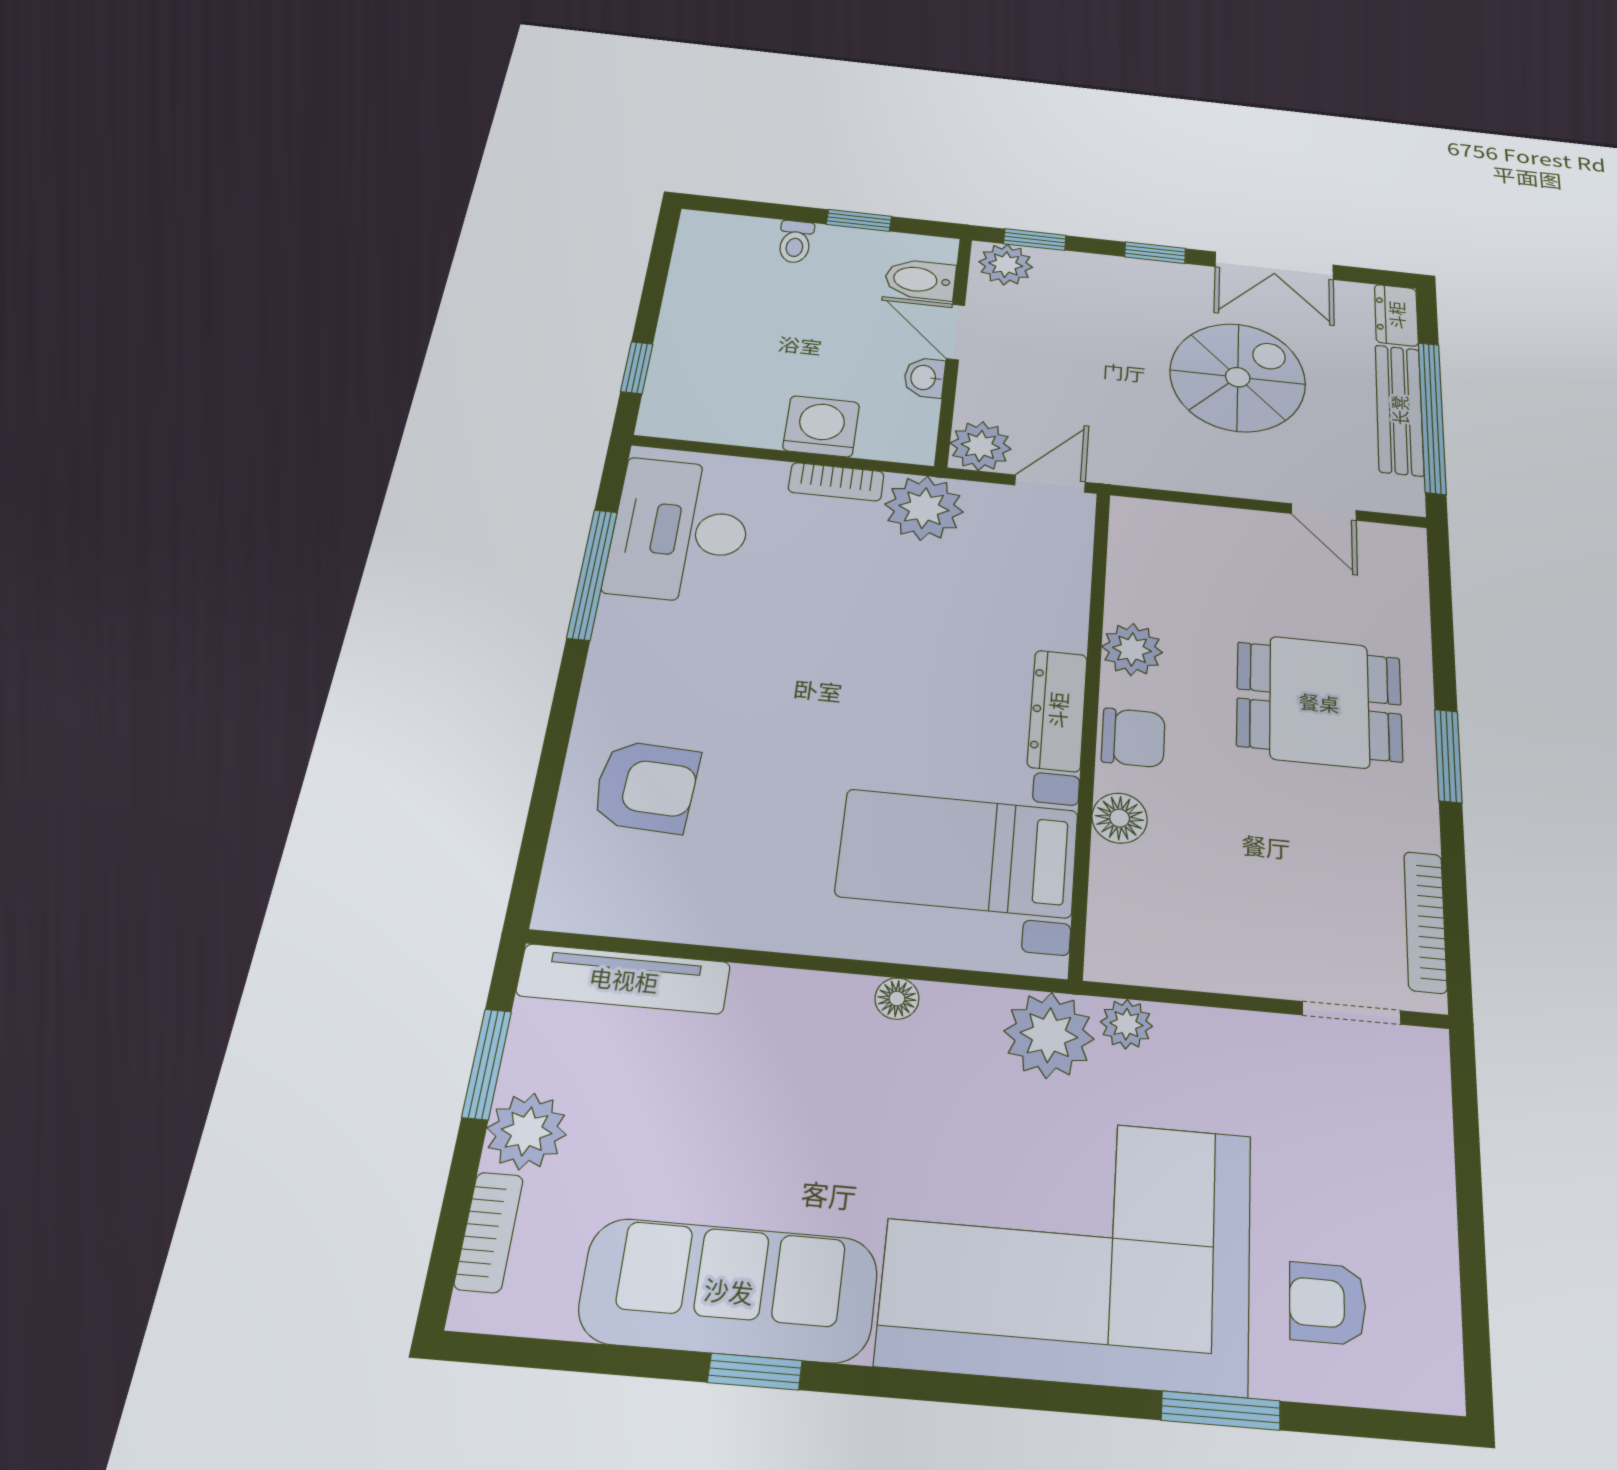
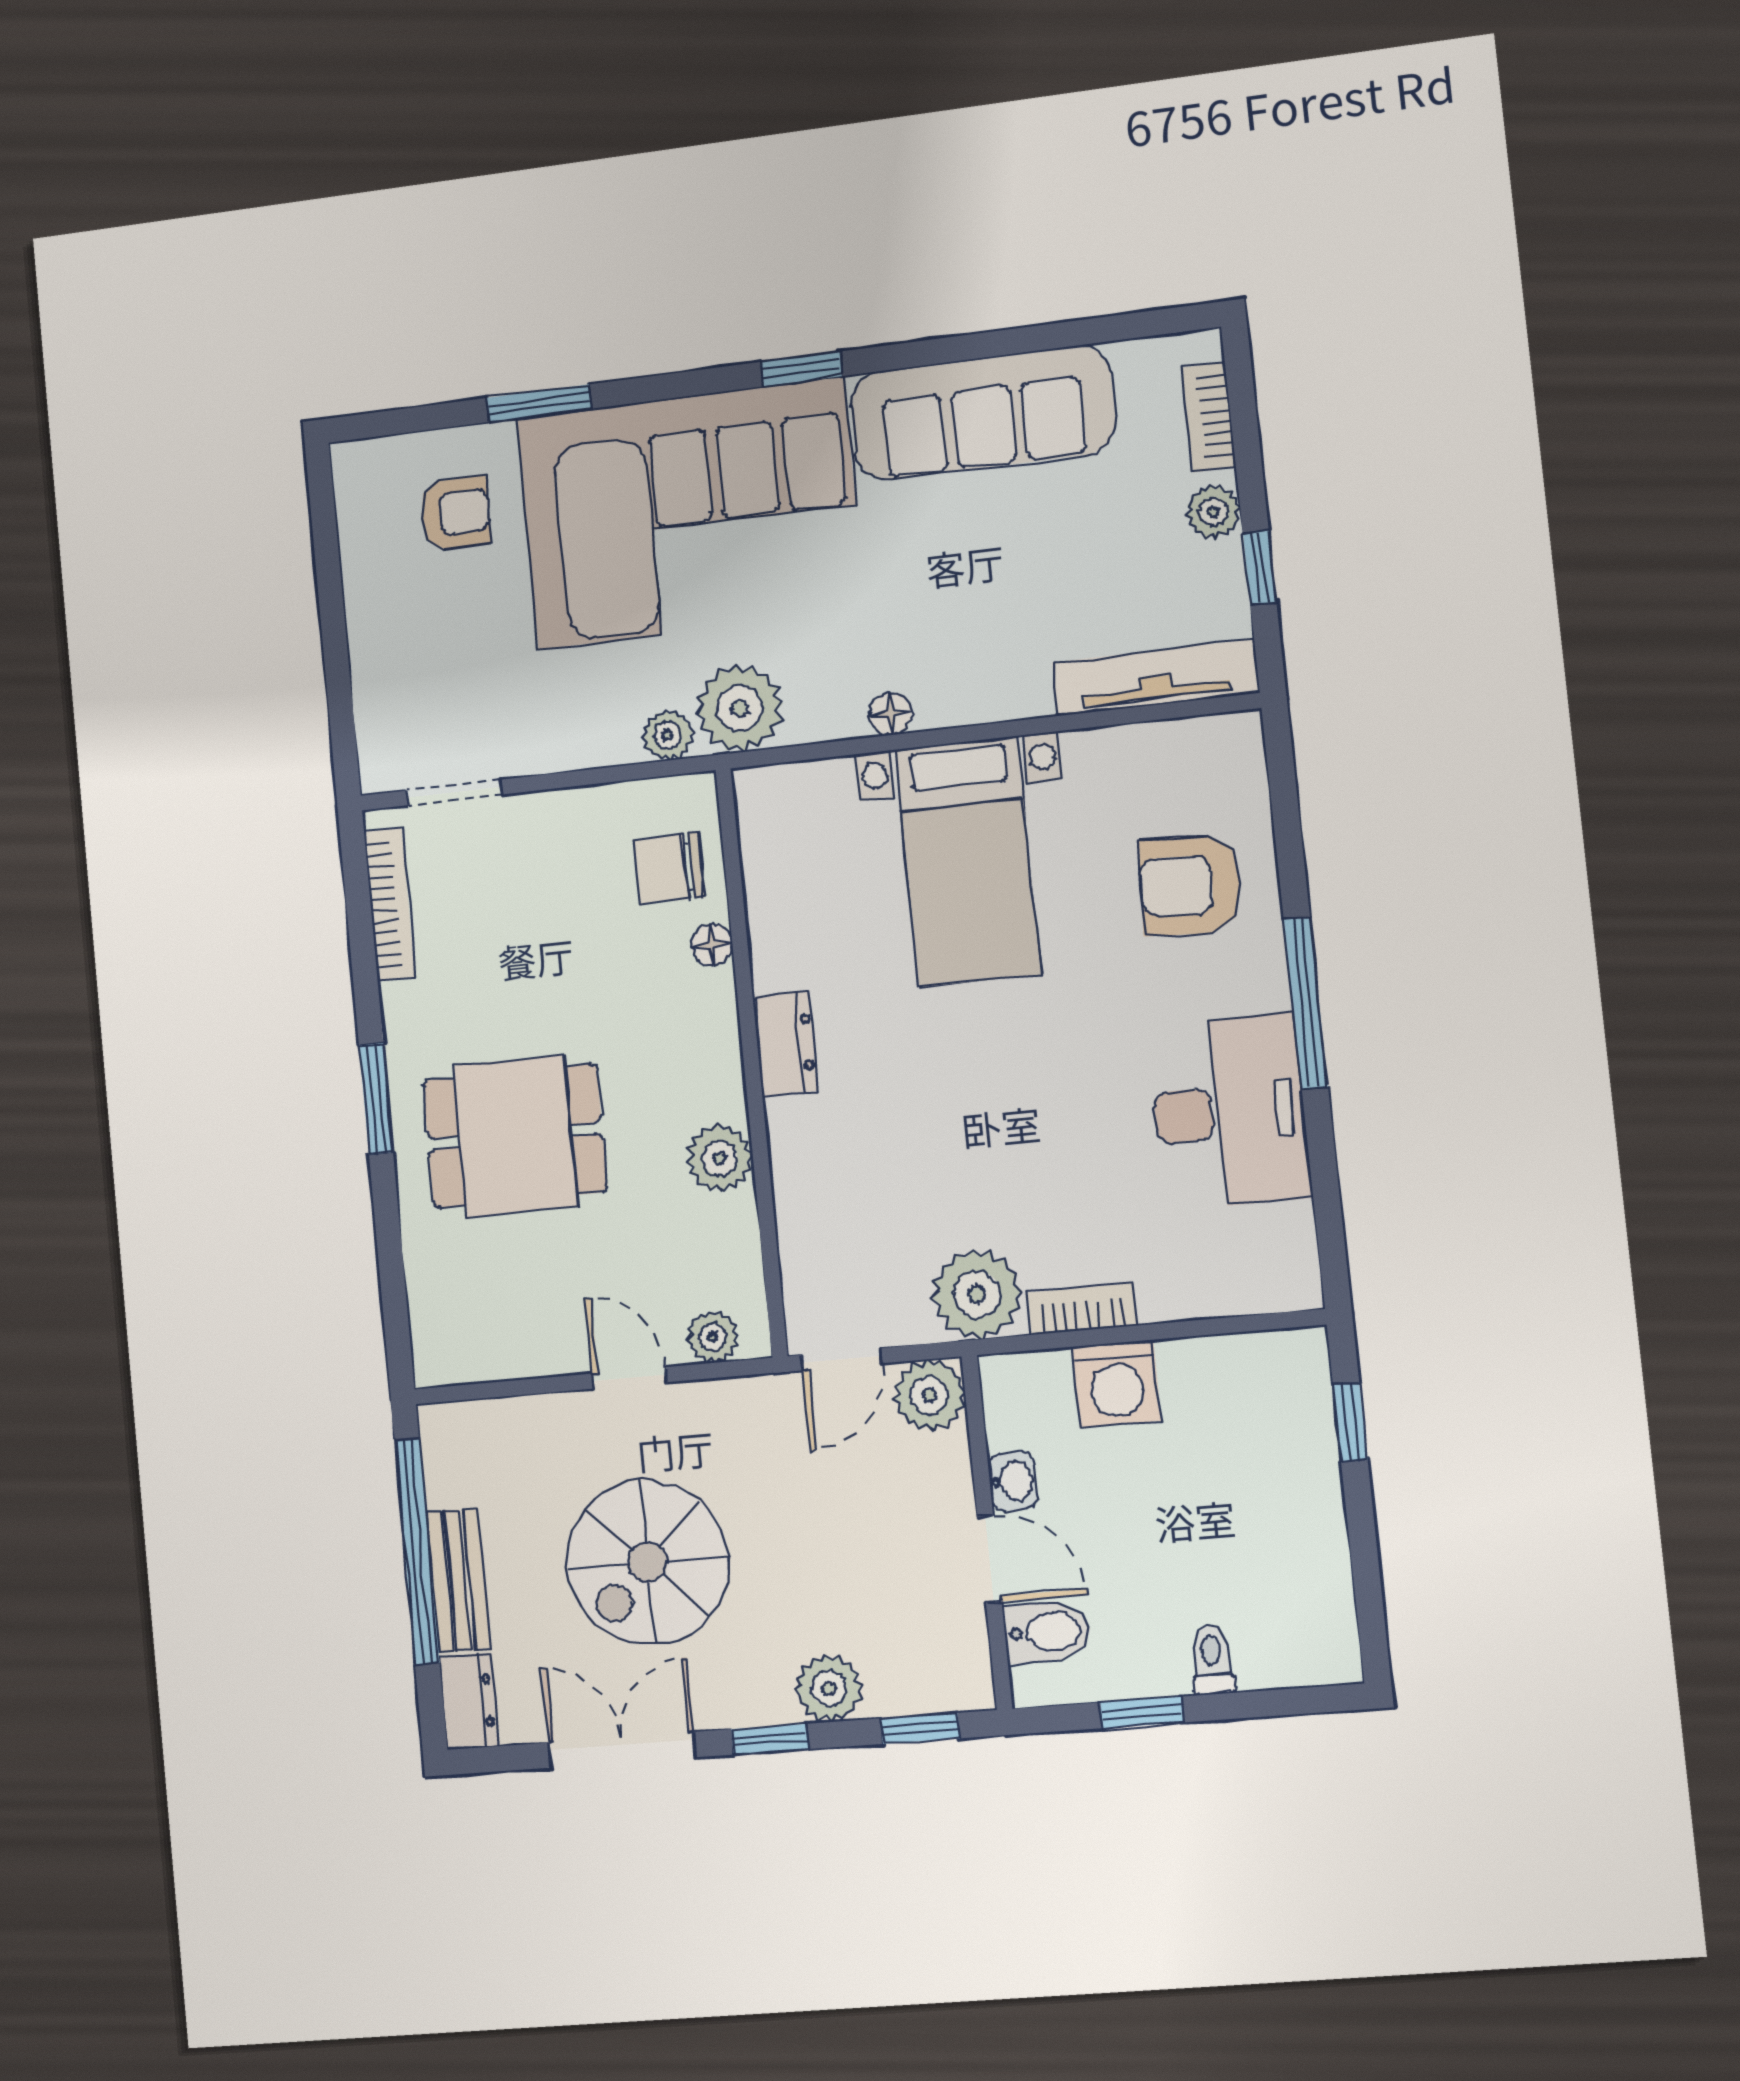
plant: (1006, 265) -> (829, 1688), moved
bench: (1399, 410) -> (458, 1580), width x0.73
door: (1324, 512) -> (630, 1378), moved
plant: (1160, 519) -> (713, 1337), added
desk: (680, 530) -> (1229, 1112), moved
window: (592, 574) -> (1306, 1003), moved
dresser: (1057, 710) -> (785, 1044), width x0.70
chair: (1133, 738) -> (669, 868), moved
floor lamp: (1120, 818) -> (712, 945), width x0.73, depth x0.73
bed with nightstands: (958, 853) -> (968, 862), moved, turned 90
window: (487, 1064) -> (1260, 568), width x0.67
plant: (527, 1131) -> (1213, 512), width x0.73, depth x0.73
window: (755, 1372) -> (801, 369), moved

